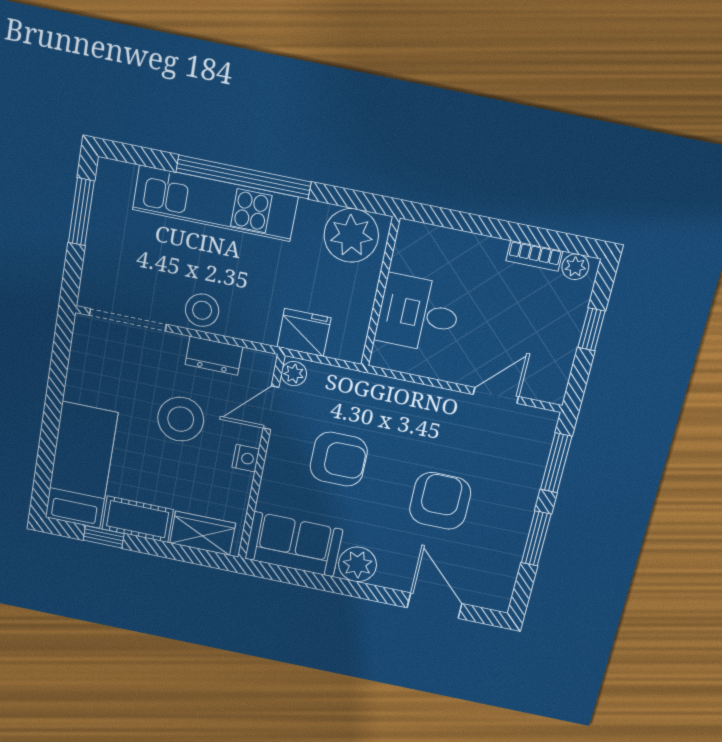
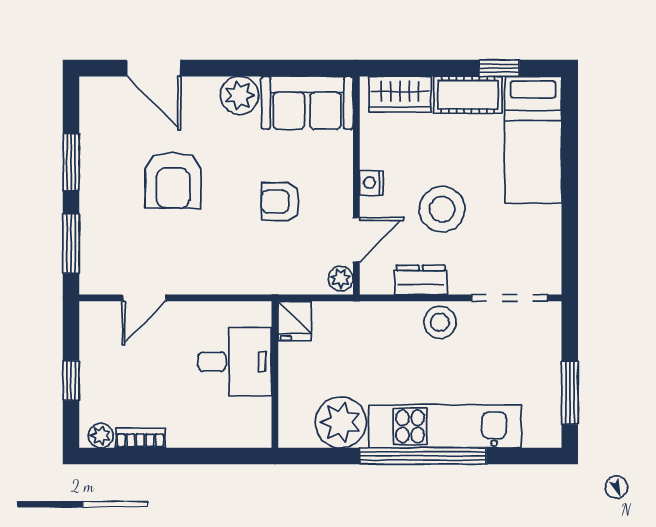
plant: (351, 235) -> (341, 422), moved
fridge: (304, 332) -> (295, 321), moved, width x0.72
armchair: (339, 459) -> (280, 202), width x0.72, depth x0.72

